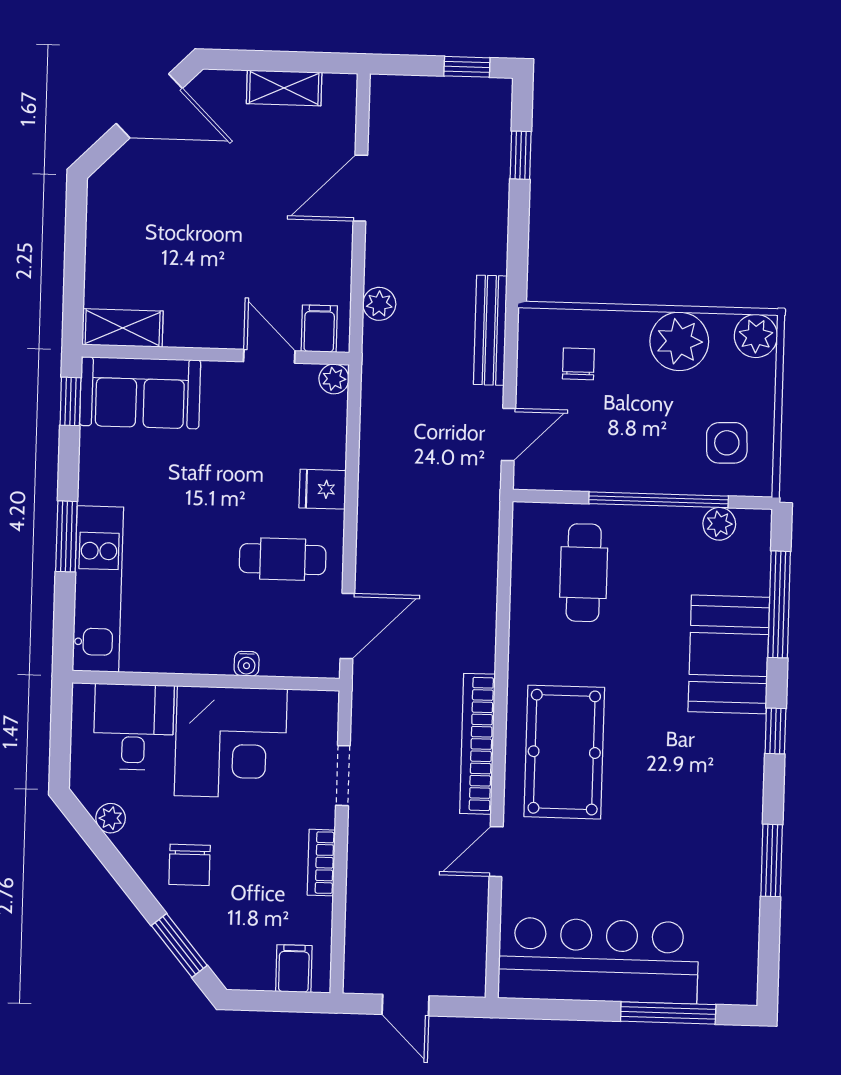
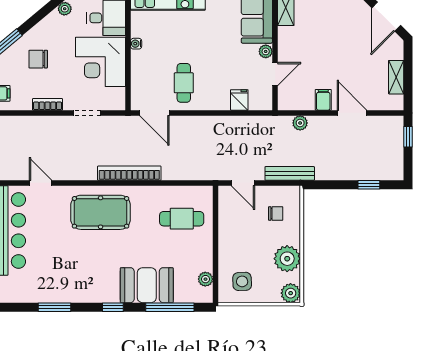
window: (467, 67) -> (408, 137), moved
filing cabinet: (319, 329) -> (323, 100), moved, turned -90
plant: (334, 379) -> (266, 51), moved
fridge: (323, 489) -> (239, 100), moved
window: (659, 500) -> (215, 251), removed
water cooler: (247, 664) -> (136, 44), moved
bookcase: (478, 744) -> (129, 173), moved
door: (496, 852) -> (41, 183), moved
chair: (190, 865) -> (38, 59), moved

